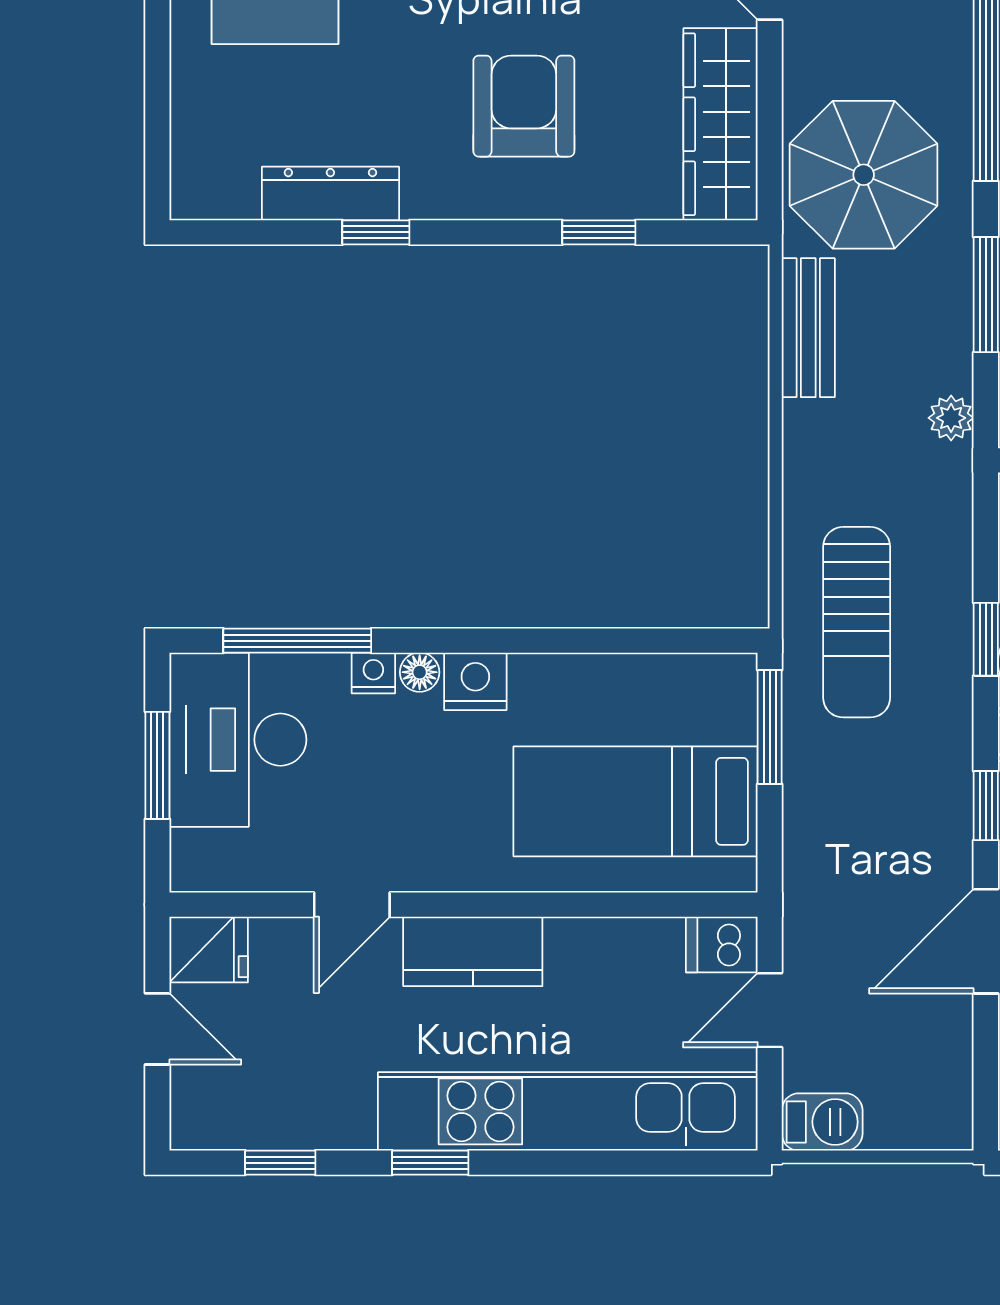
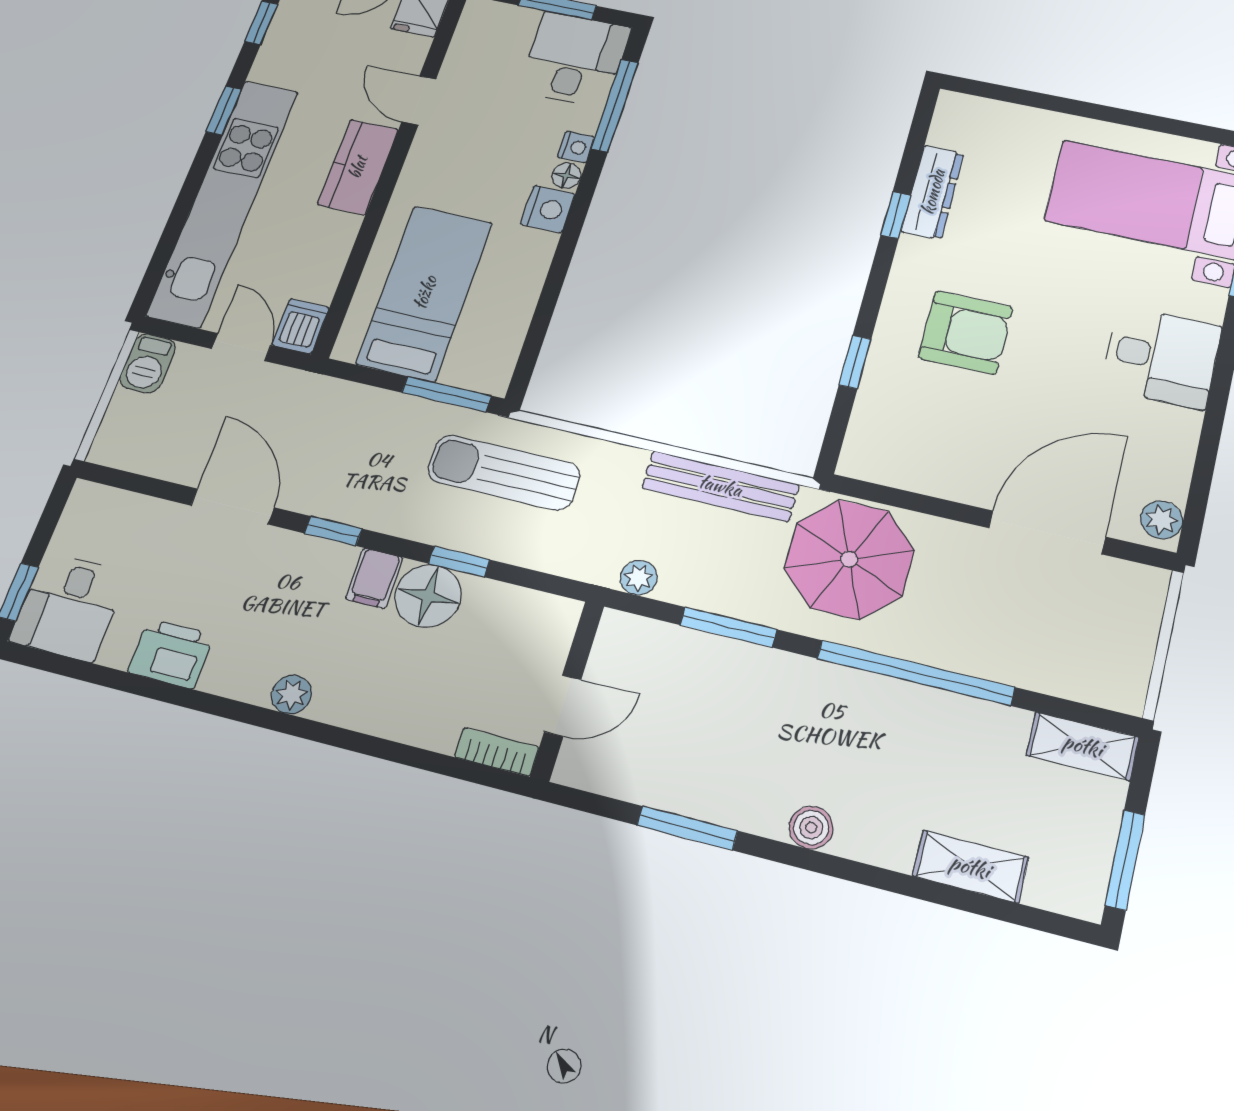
wardrobe: (721, 124) -> (916, 465), removed
bench: (808, 328) -> (720, 486), width x1.36
desk: (238, 740) -> (574, 59), width x0.73

